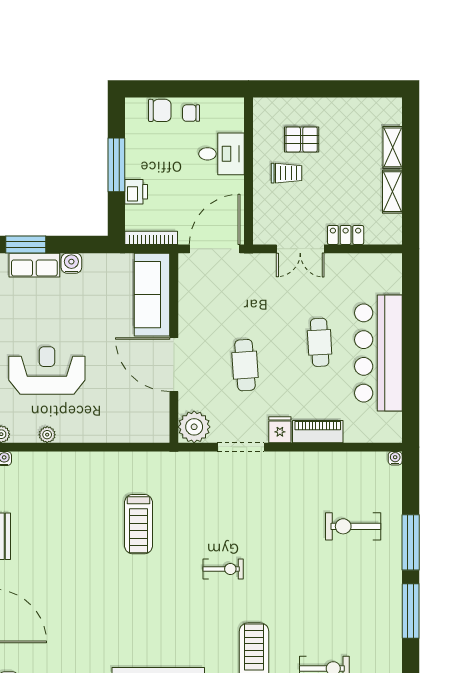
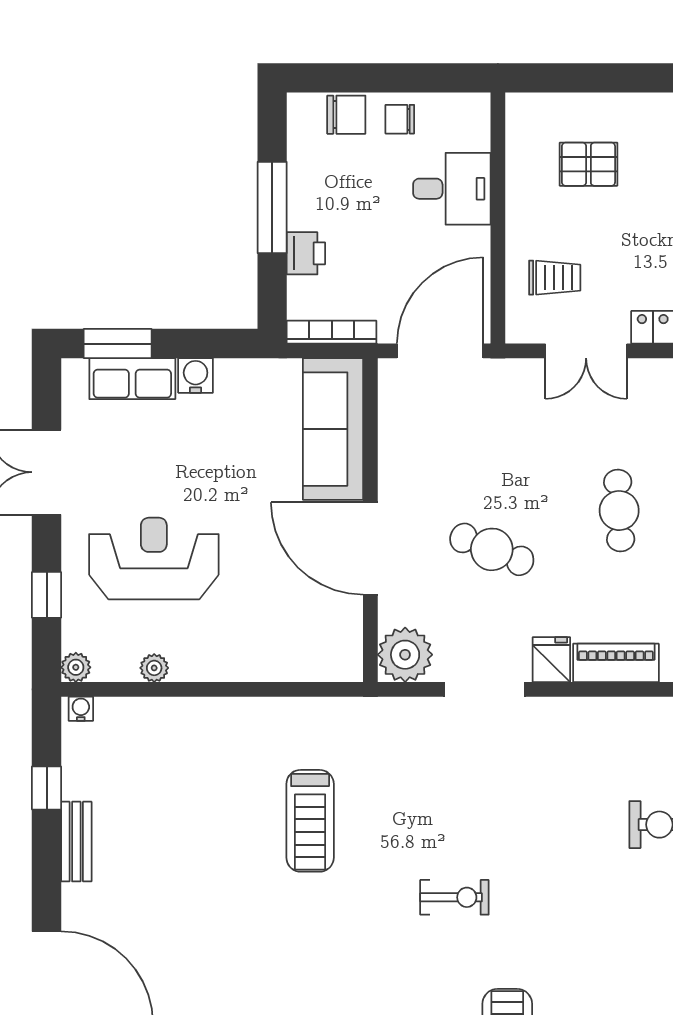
trolley: (286, 173) -> (555, 278), moved
cafe table: (245, 365) -> (492, 549), turned -64

